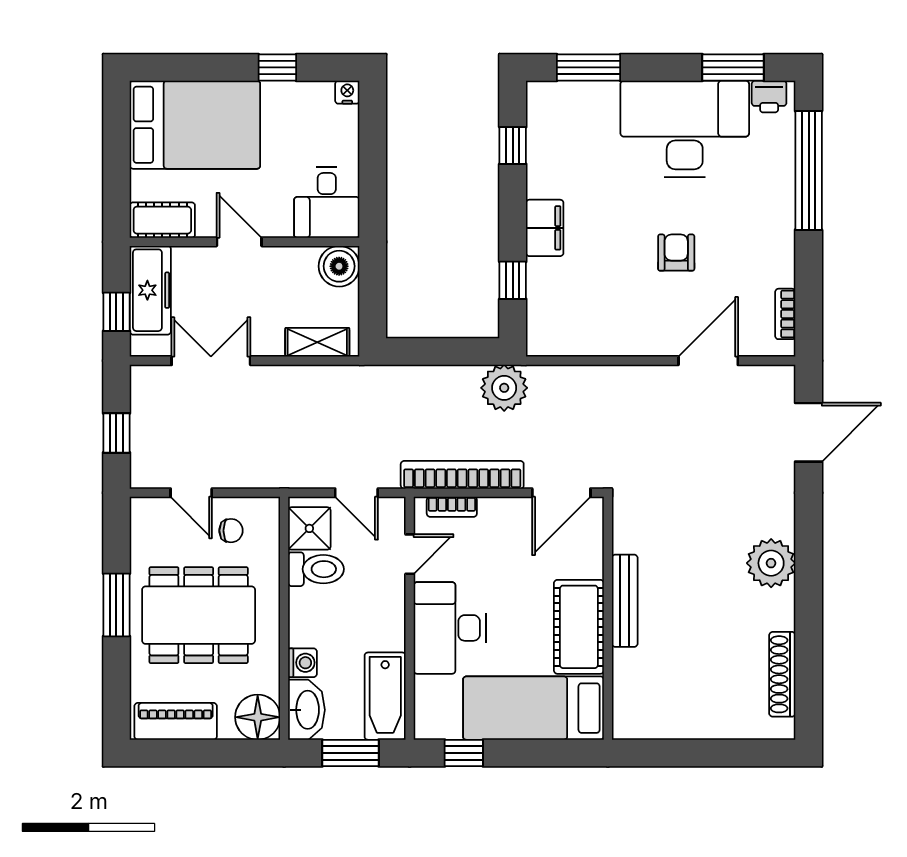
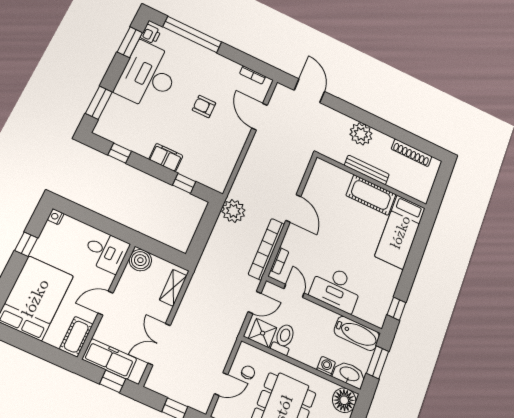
bench: (625, 601) -> (367, 170), moved
wall: (608, 618) -> (372, 181), moved
cot: (579, 627) -> (371, 195), moved
bed: (533, 708) -> (400, 232), moved

